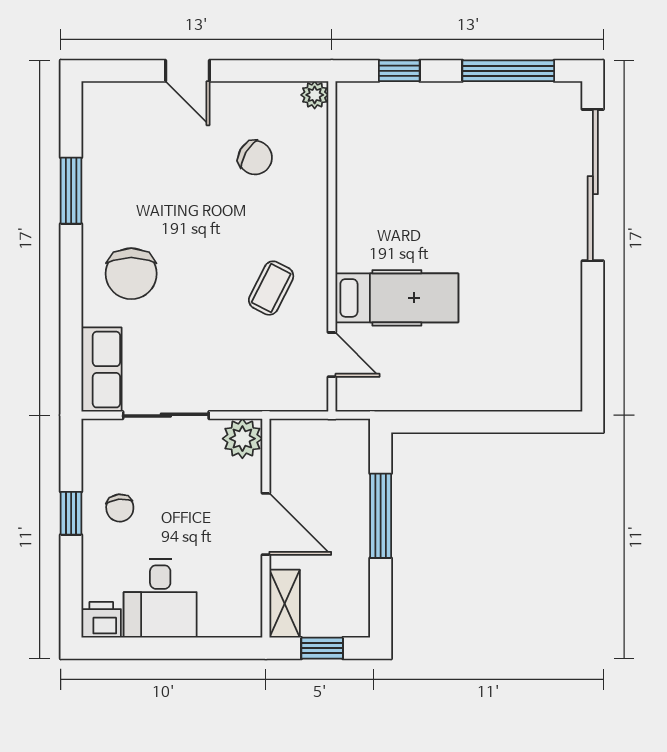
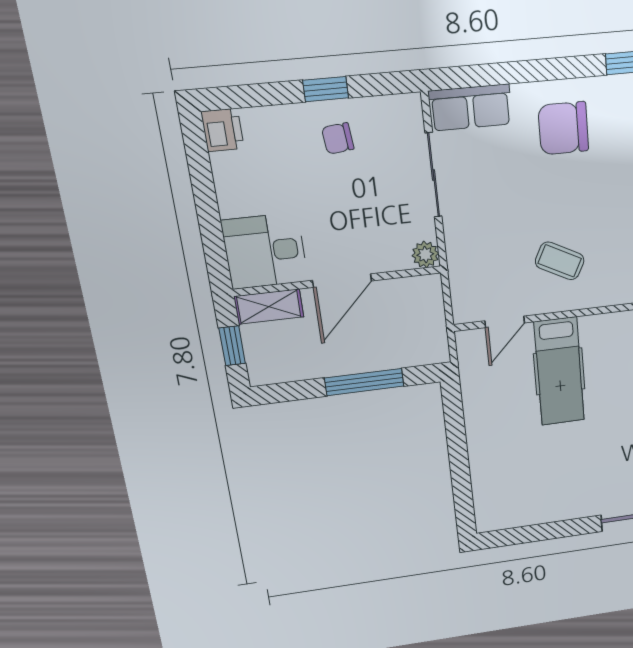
plant: (242, 439) -> (425, 254), width x0.73, depth x0.73
desk: (160, 598) -> (265, 251), moved

